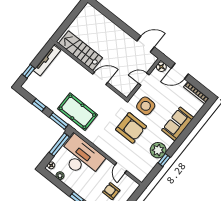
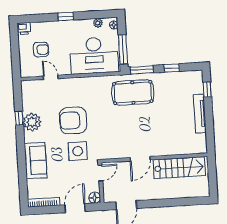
stairs: (81, 51) -> (179, 168), moved
wall: (91, 71) -> (154, 158), moved
door: (100, 78) -> (140, 159), moved

